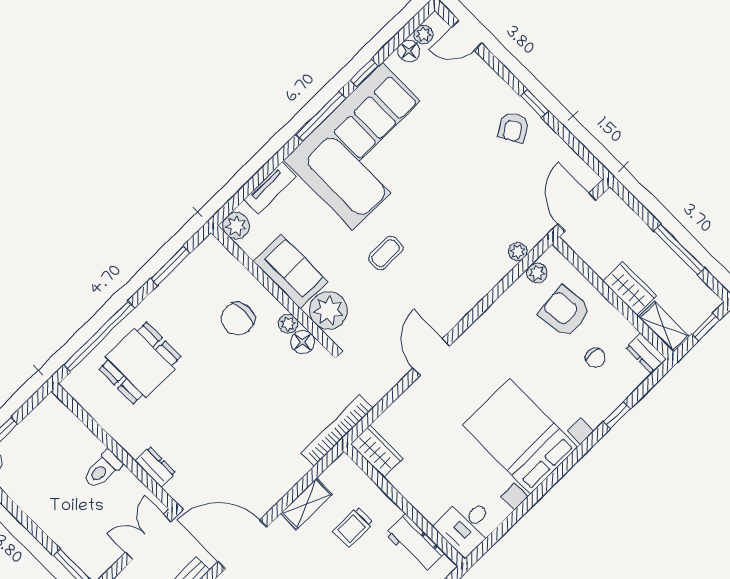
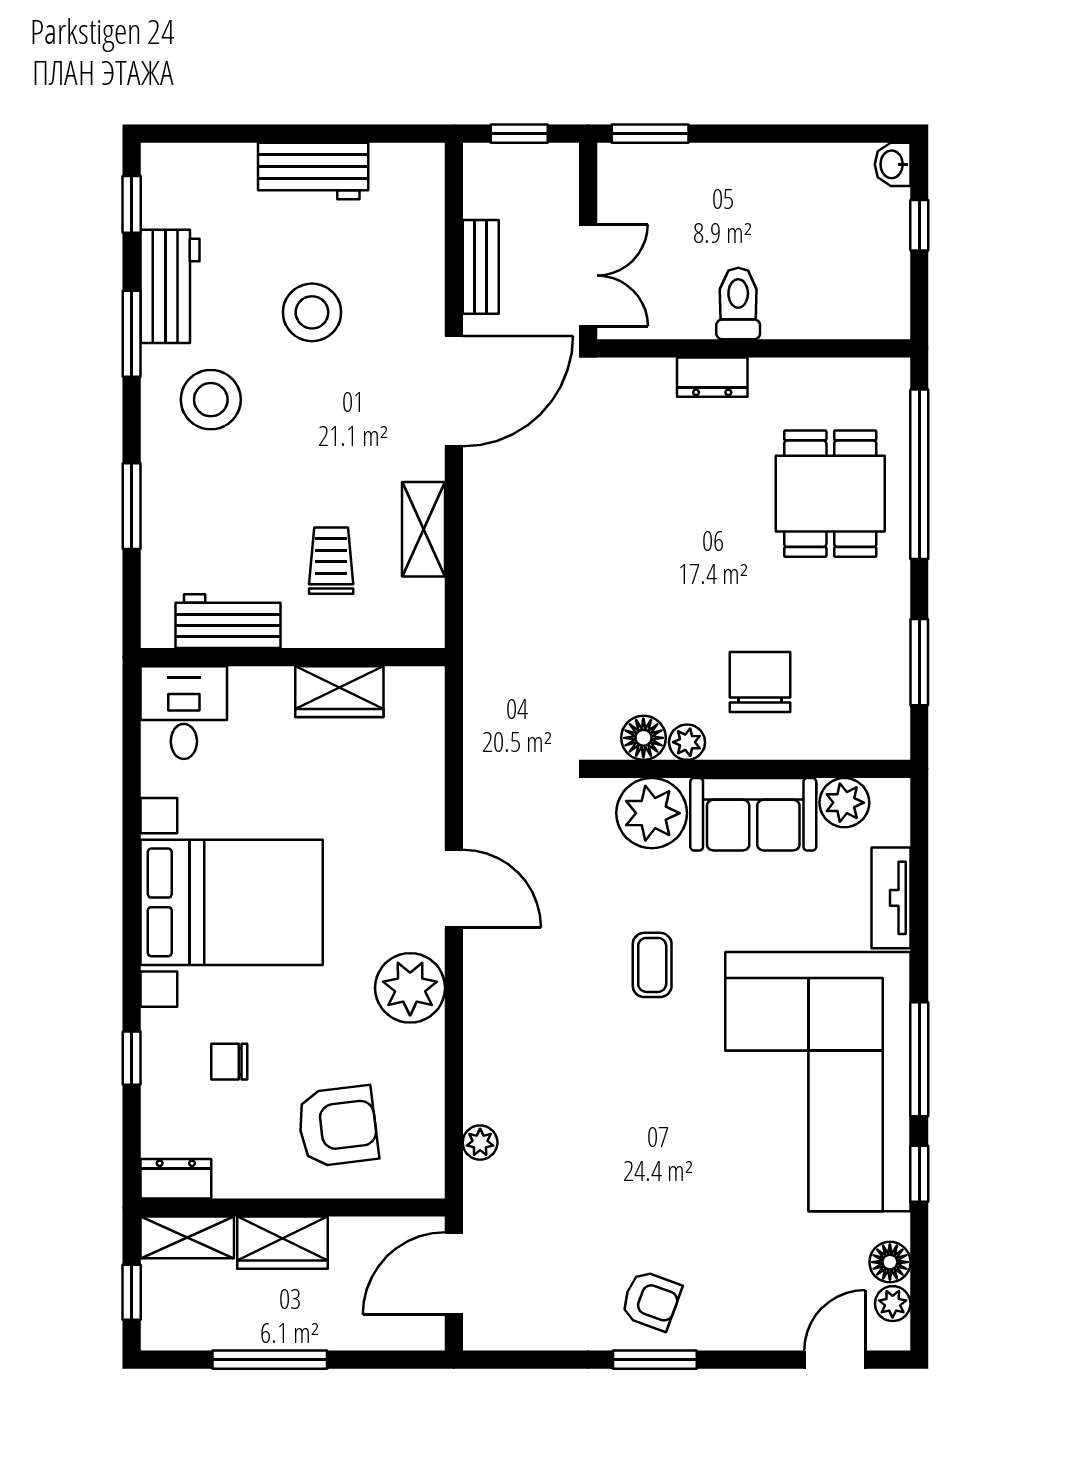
window: (534, 103) -> (655, 1360), width x1.50
armchair: (513, 127) -> (651, 1300), turned 142
door: (577, 212) -> (454, 1274), swing flipped
plant: (236, 226) -> (844, 803), moved
plant: (537, 273) -> (410, 988), moved, width x1.87, depth x1.87
chair: (595, 358) -> (229, 1062), moved
bookcase: (337, 431) -> (480, 666), removed
wardrobe: (377, 451) -> (339, 692), moved
dresser: (155, 467) -> (712, 377), moved

